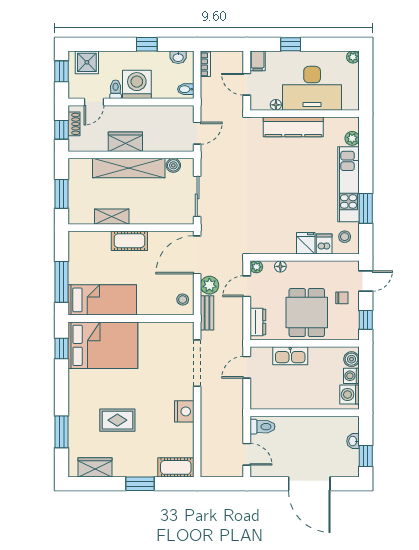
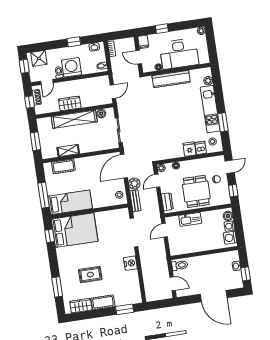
cot: (129, 241) -> (63, 166), moved
cot: (176, 467) -> (103, 302), moved
window: (140, 484) -> (125, 309), moved

